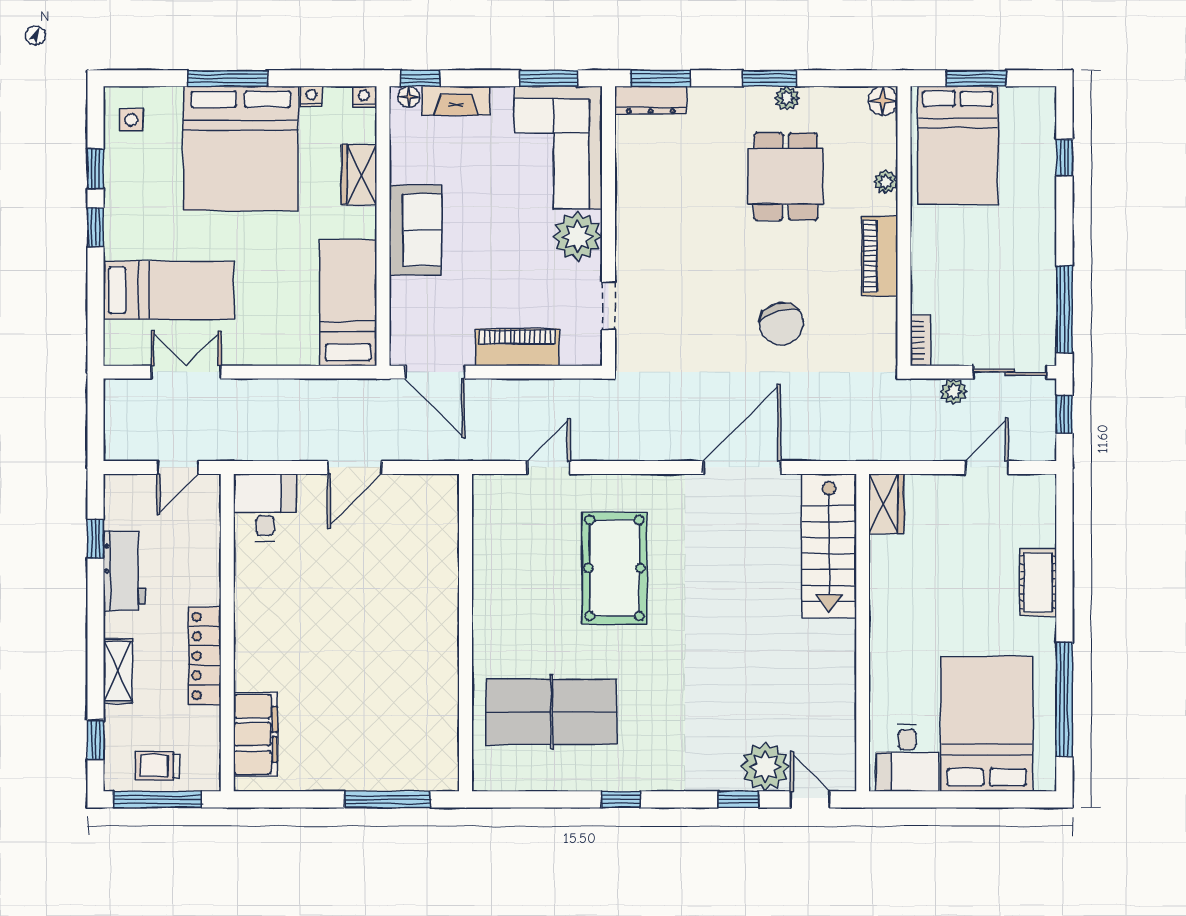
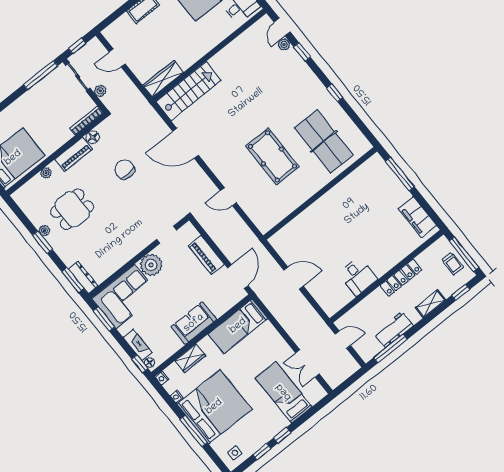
floor lamp: (883, 101) -> (93, 137), moved
chair: (781, 324) -> (125, 170), turned -77
bookcase: (921, 340) -> (86, 121), width x1.56
door: (549, 467) -> (228, 197), moved
wardrobe: (886, 504) -> (163, 79), width x1.50
desk: (265, 507) -> (358, 276), moved, turned -90
window: (96, 539) -> (391, 348), width x2.17
pool table: (614, 568) -> (272, 156), moved, turned 90
filing cabinet: (255, 734) -> (417, 217), moved, turned -90
plant: (765, 767) -> (284, 44), width x0.53, depth x0.53

